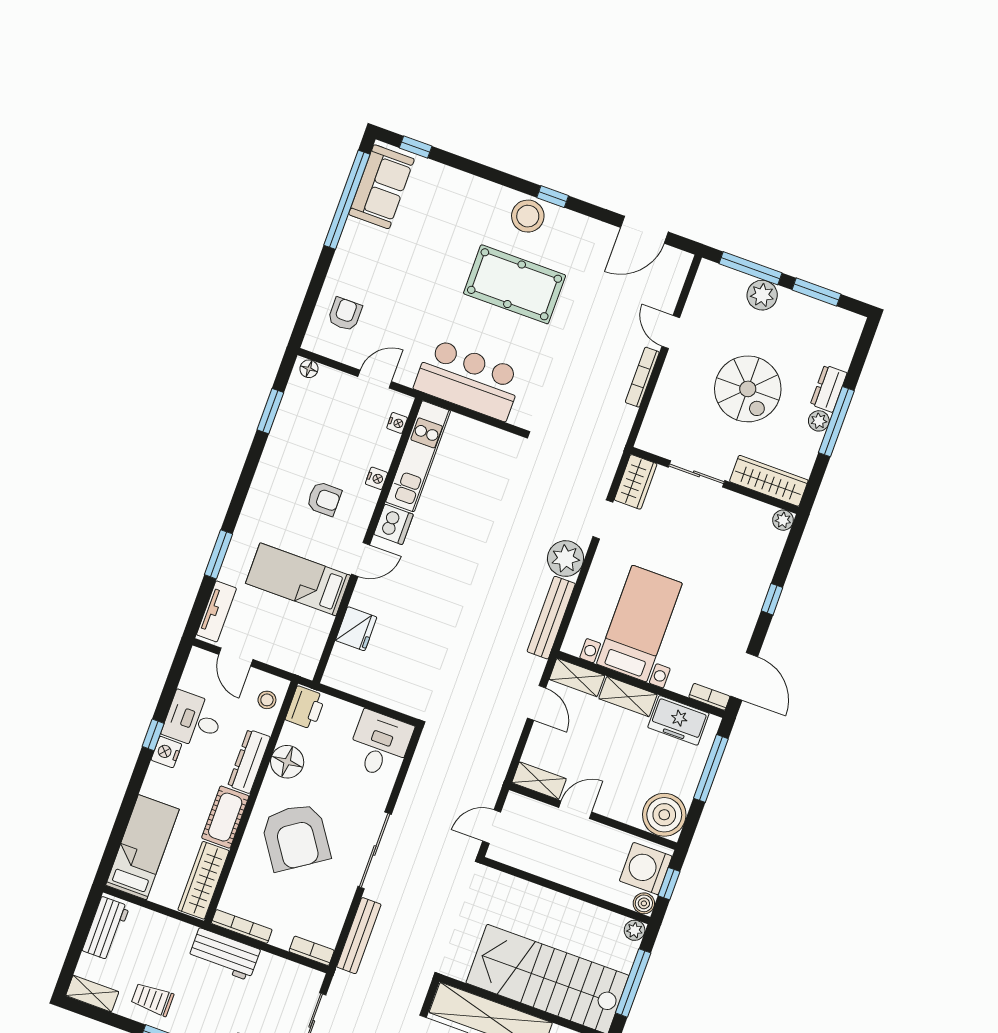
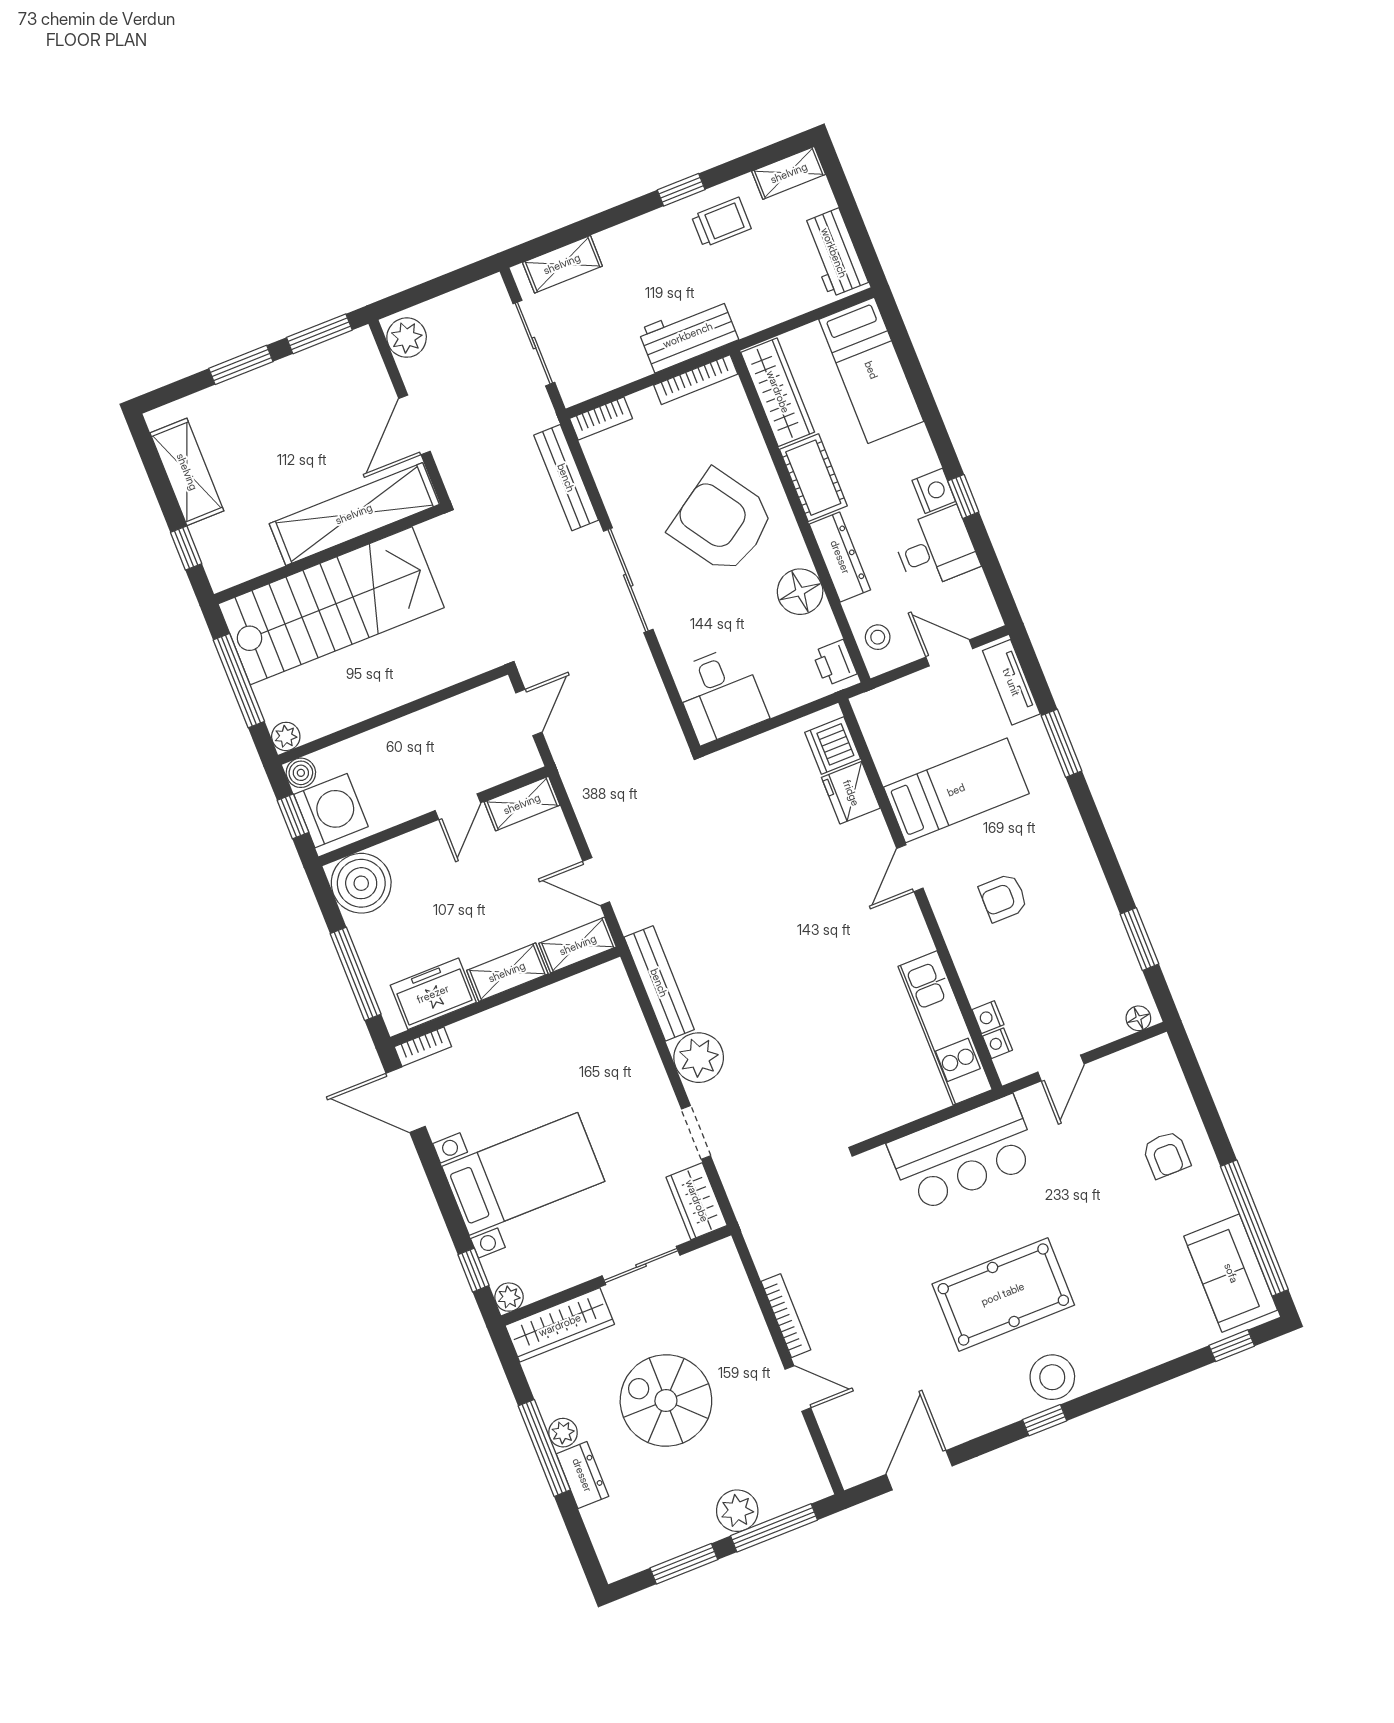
armchair: (345, 314) -> (1166, 1155), moved
nightstand: (376, 478) -> (988, 1017), moved
dishwasher: (394, 524) -> (833, 745), moved
window: (772, 599) -> (473, 1270), moved
bed with nightstands: (639, 624) -> (523, 1174), moved, turned -90
printer: (305, 708) -> (835, 663), width x0.73, depth x0.81

